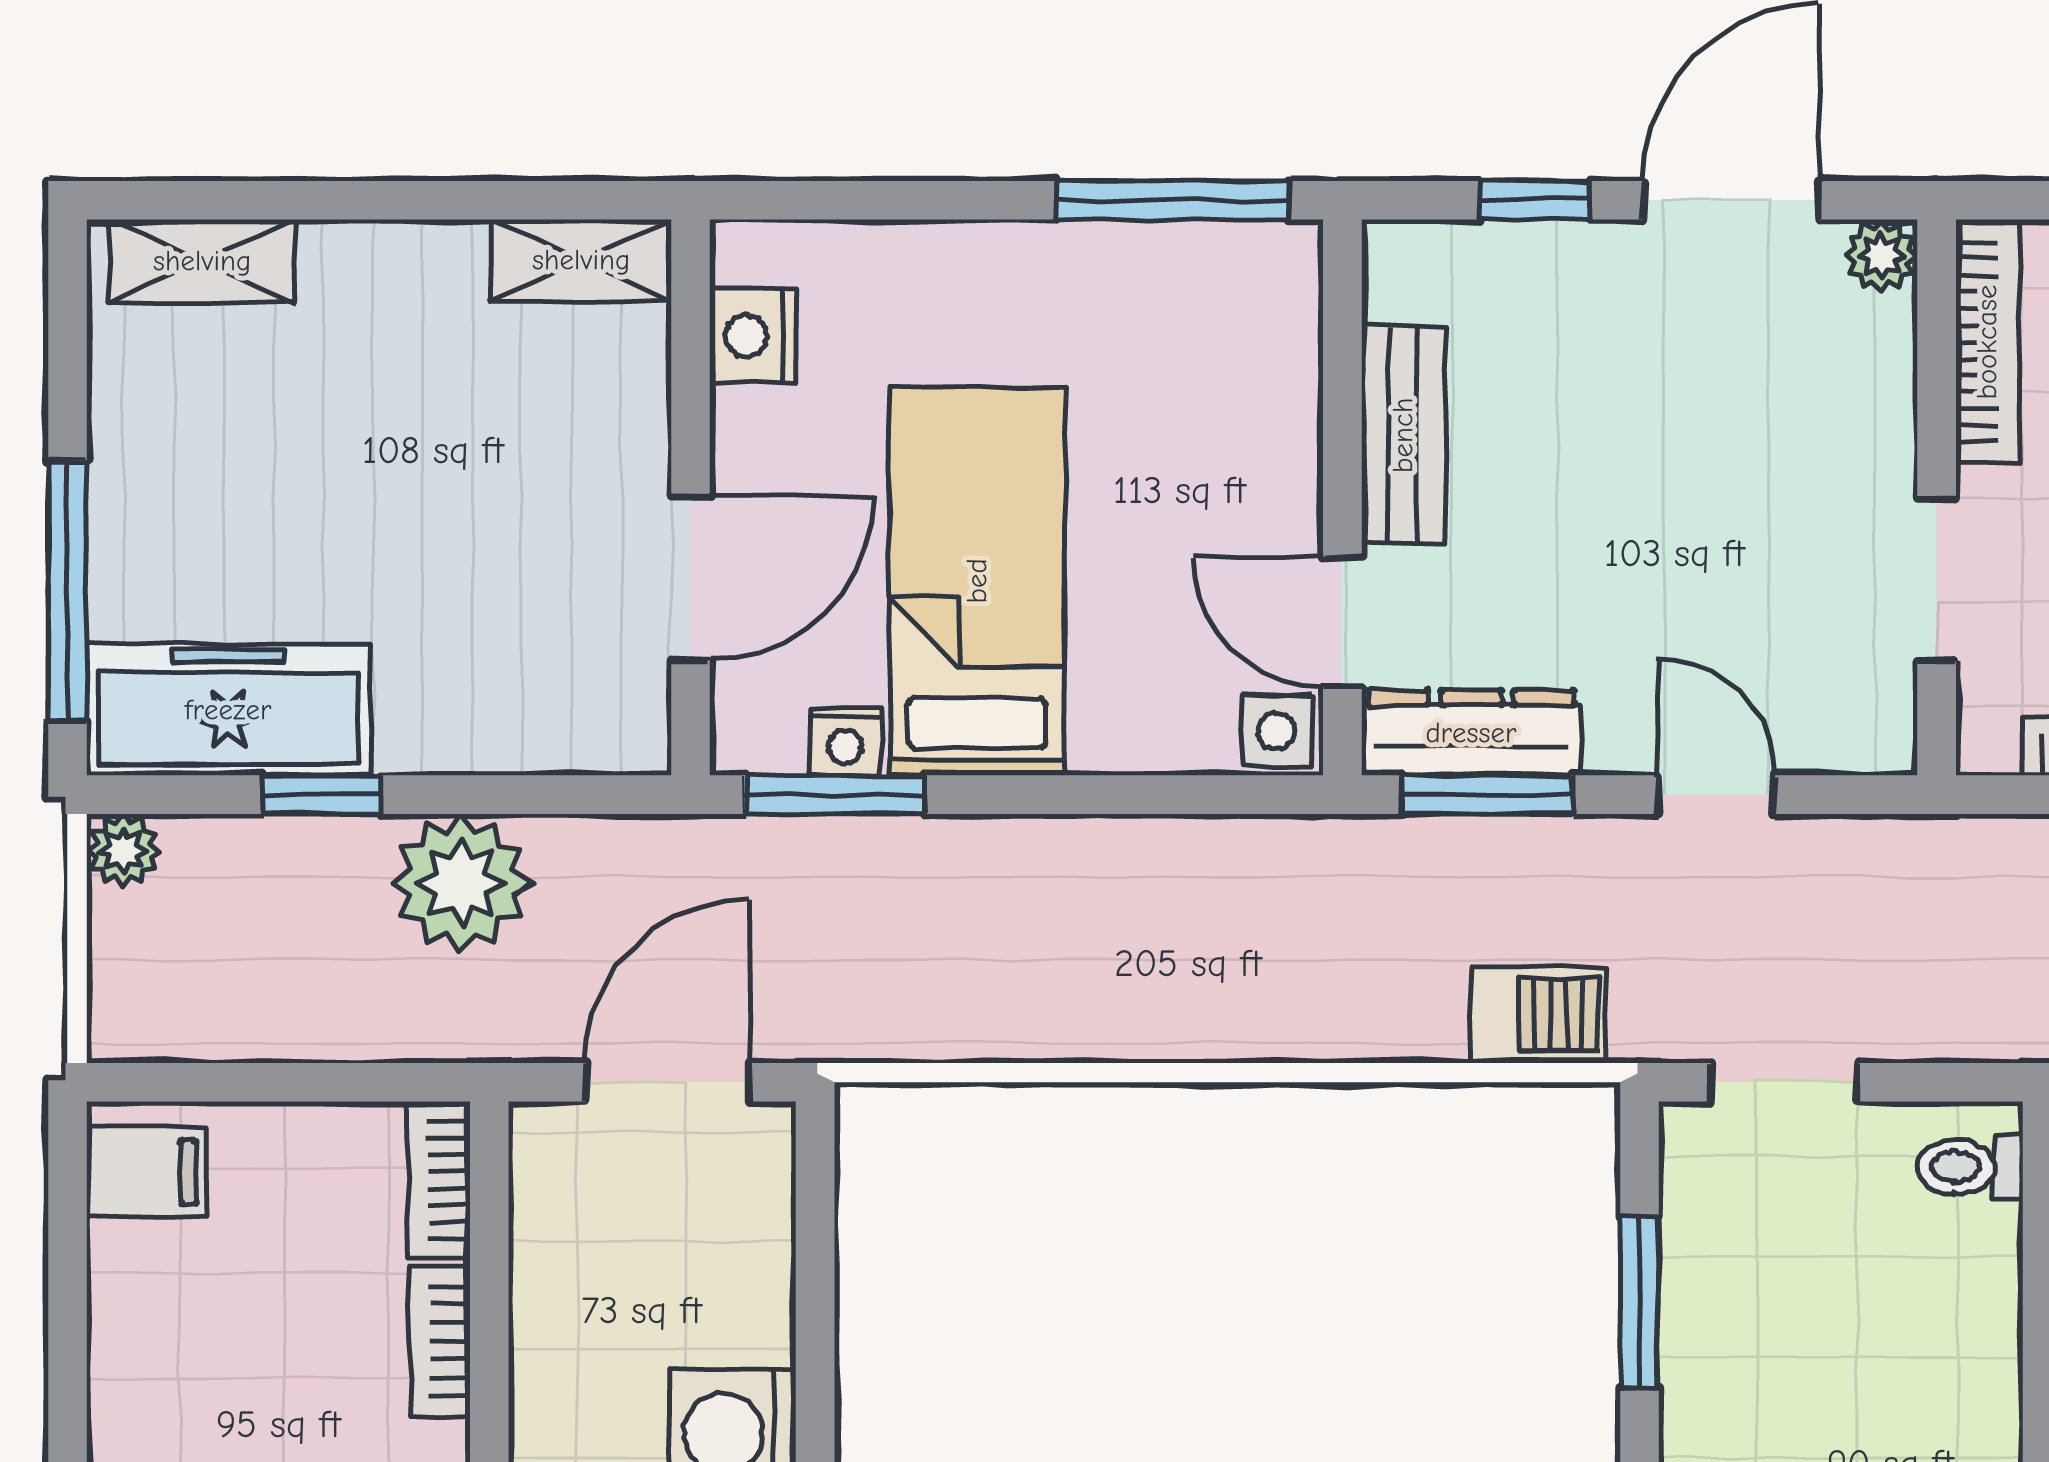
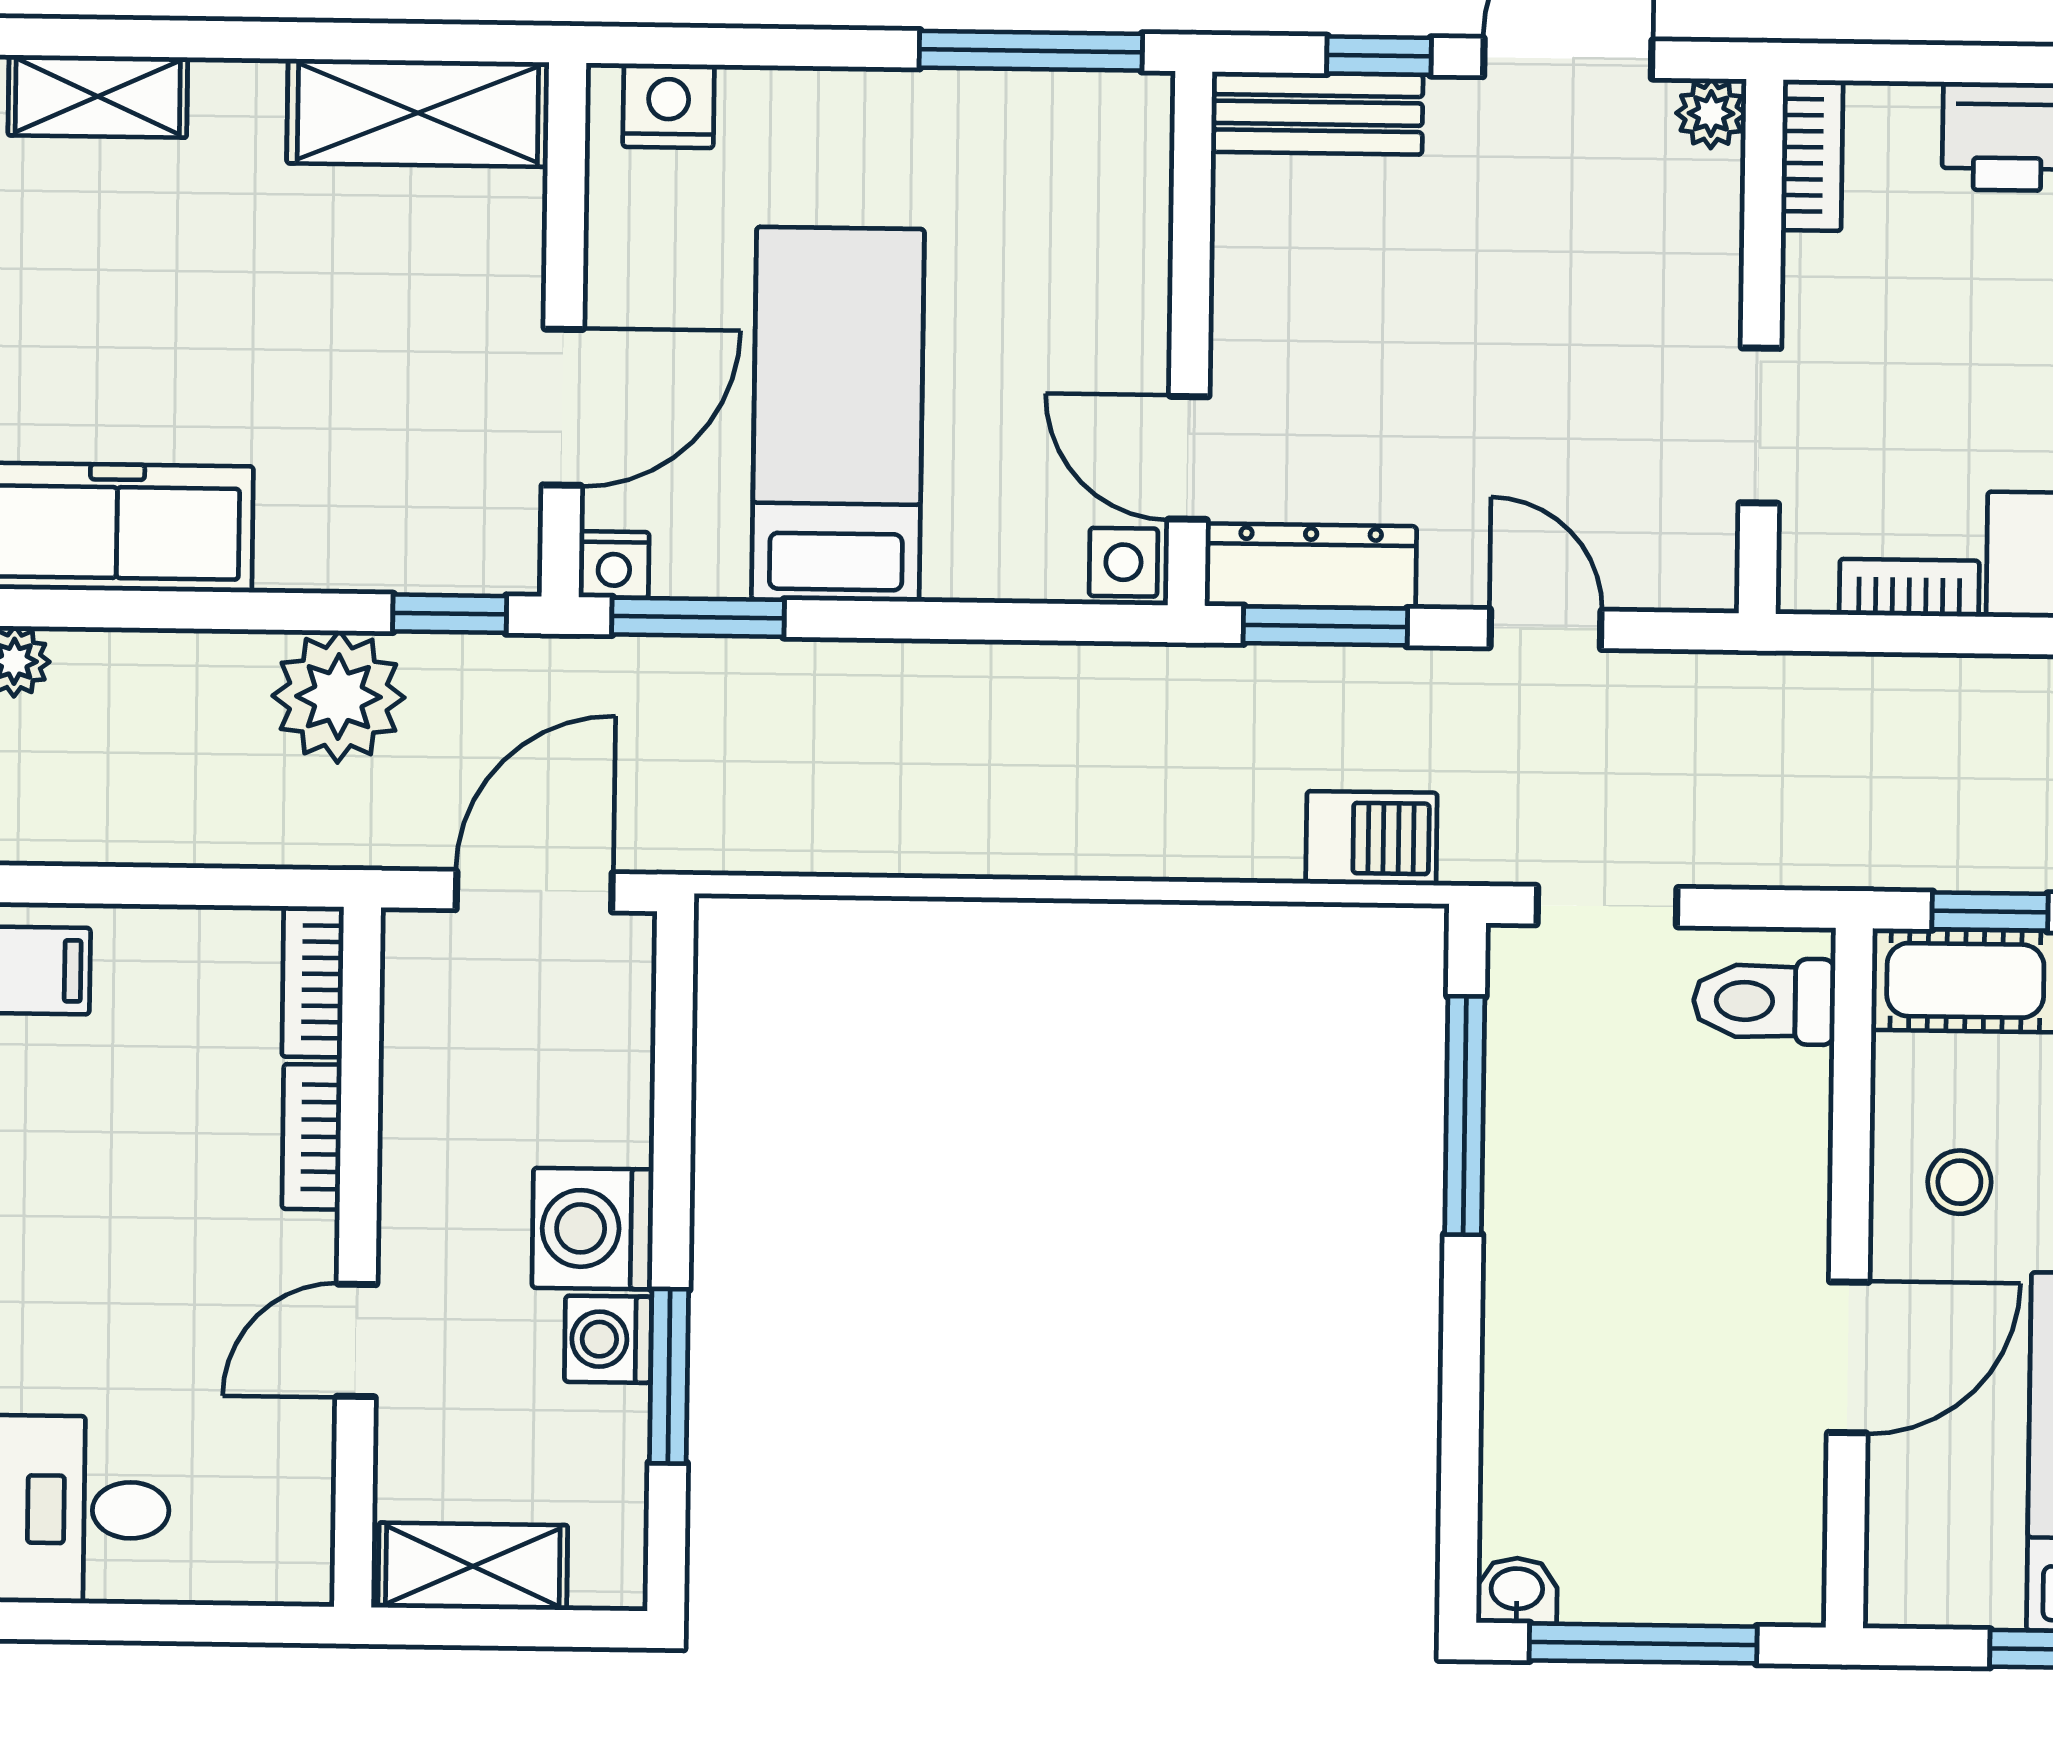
shelving: (581, 260) -> (418, 113), width x1.50, depth x1.33
nightstand: (753, 335) -> (669, 106), moved, turned 90
bookcase: (1987, 342) -> (1812, 155), width x0.64
bench: (1403, 435) -> (1318, 113), moved, turned 90
nightstand: (846, 741) -> (614, 565), moved
window: (321, 795) -> (450, 614), moved
toilet: (1970, 1167) -> (1764, 1001), width x1.37, depth x1.39
window: (1639, 1302) -> (1465, 1116), width x1.44

